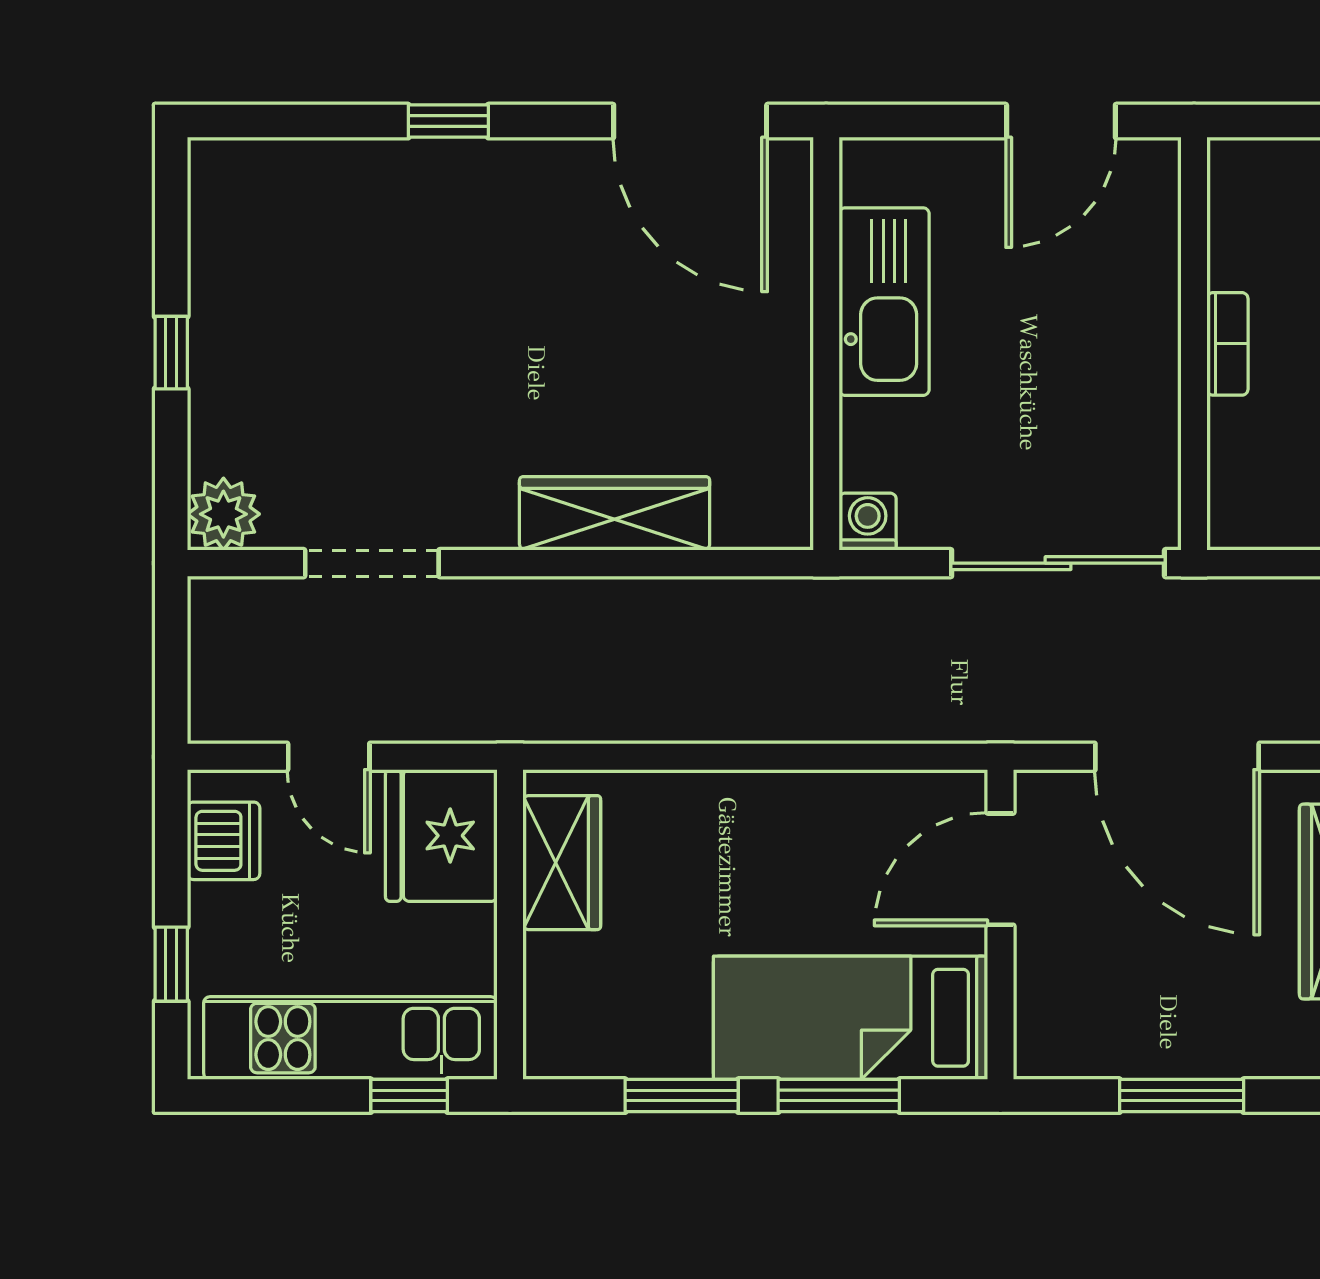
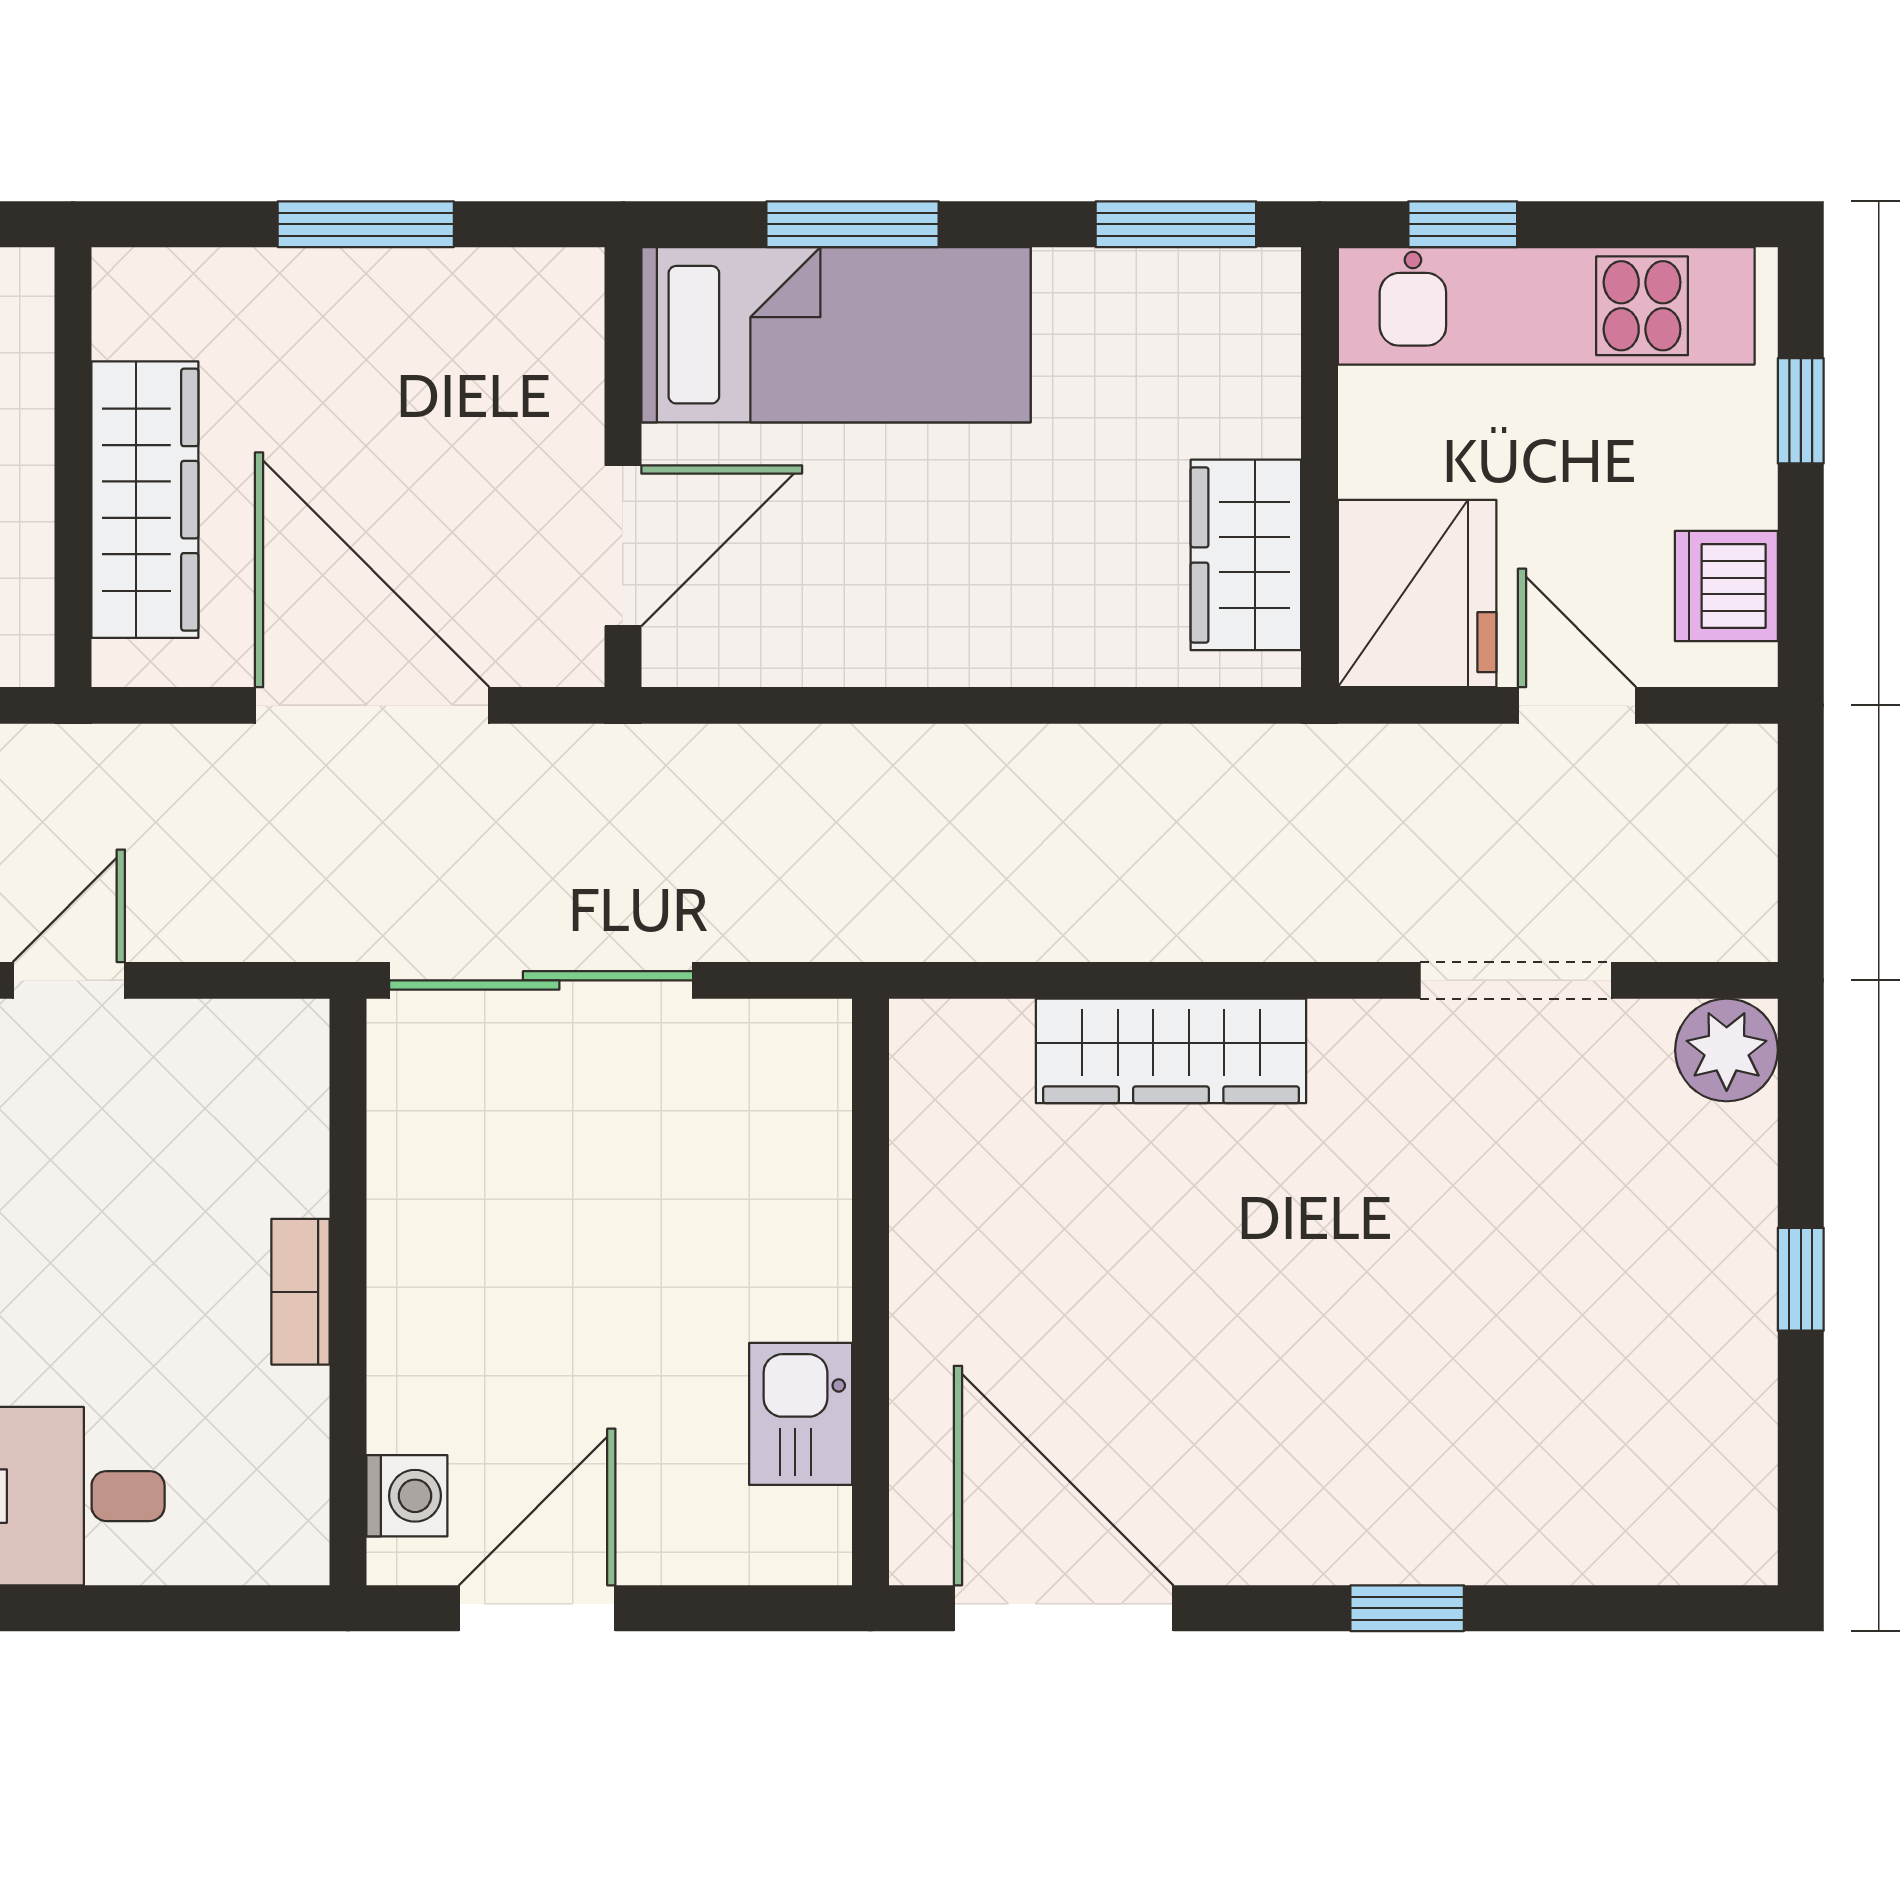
kitchen sink: (884, 302) -> (801, 1414), width x0.53, depth x0.81
washing machine: (868, 522) -> (407, 1496), moved, turned -90
window: (682, 1096) -> (1176, 224), moved

